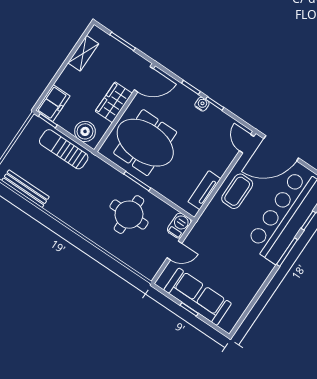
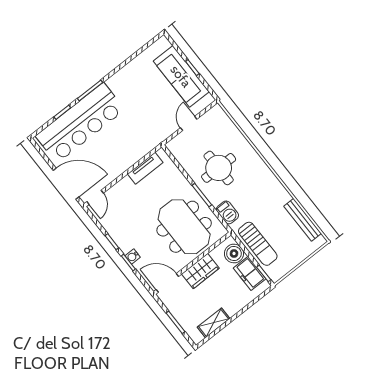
freezer: (53, 103) -> (250, 273), moved, turned -90
water cooler: (202, 104) -> (133, 256), moved
coffee table: (237, 191) -> (117, 158), removed
barbecue: (179, 226) -> (227, 212), moved, turned -90
door: (174, 251) -> (189, 123), hinge flipped

